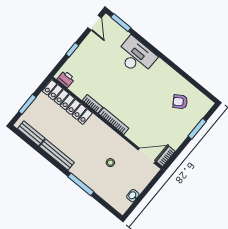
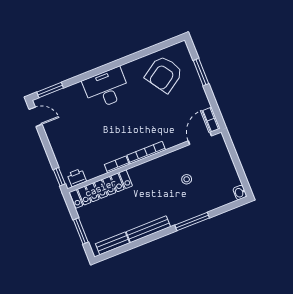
window: (72, 50) -> (59, 177), moved
desk: (136, 56) -> (106, 88), moved
armchair: (180, 102) -> (164, 74), width x1.88, depth x1.88
washbasin: (133, 196) -> (240, 192), moved

